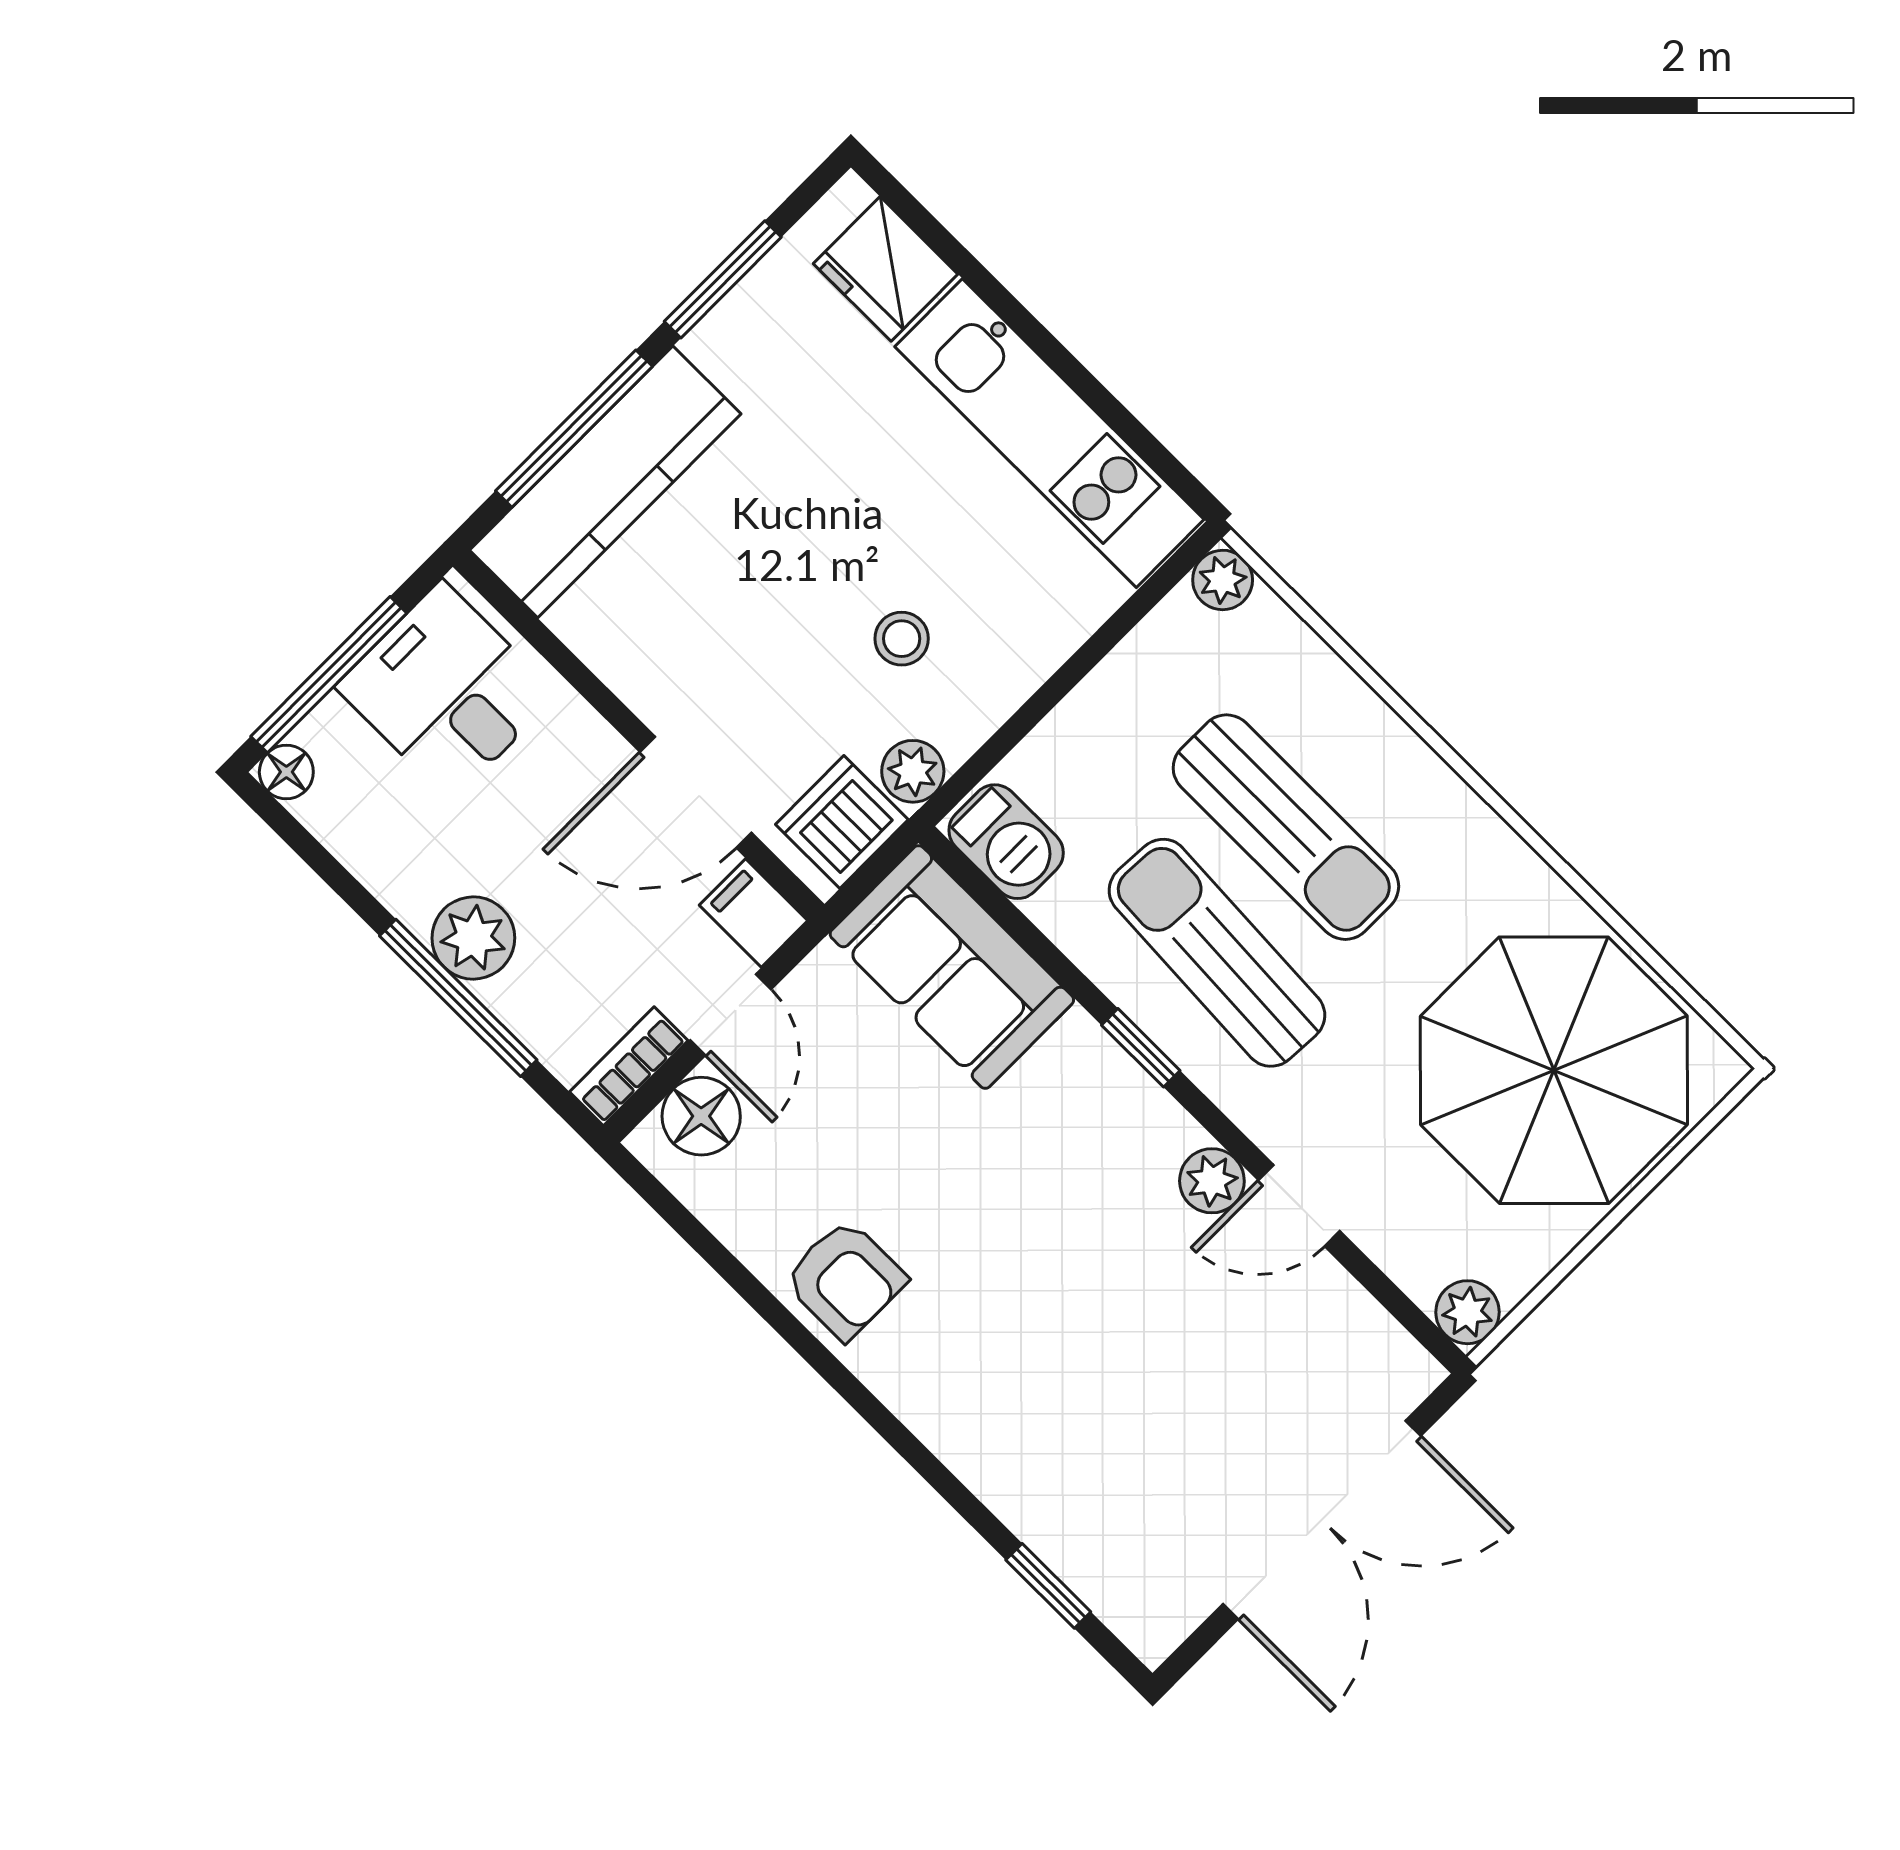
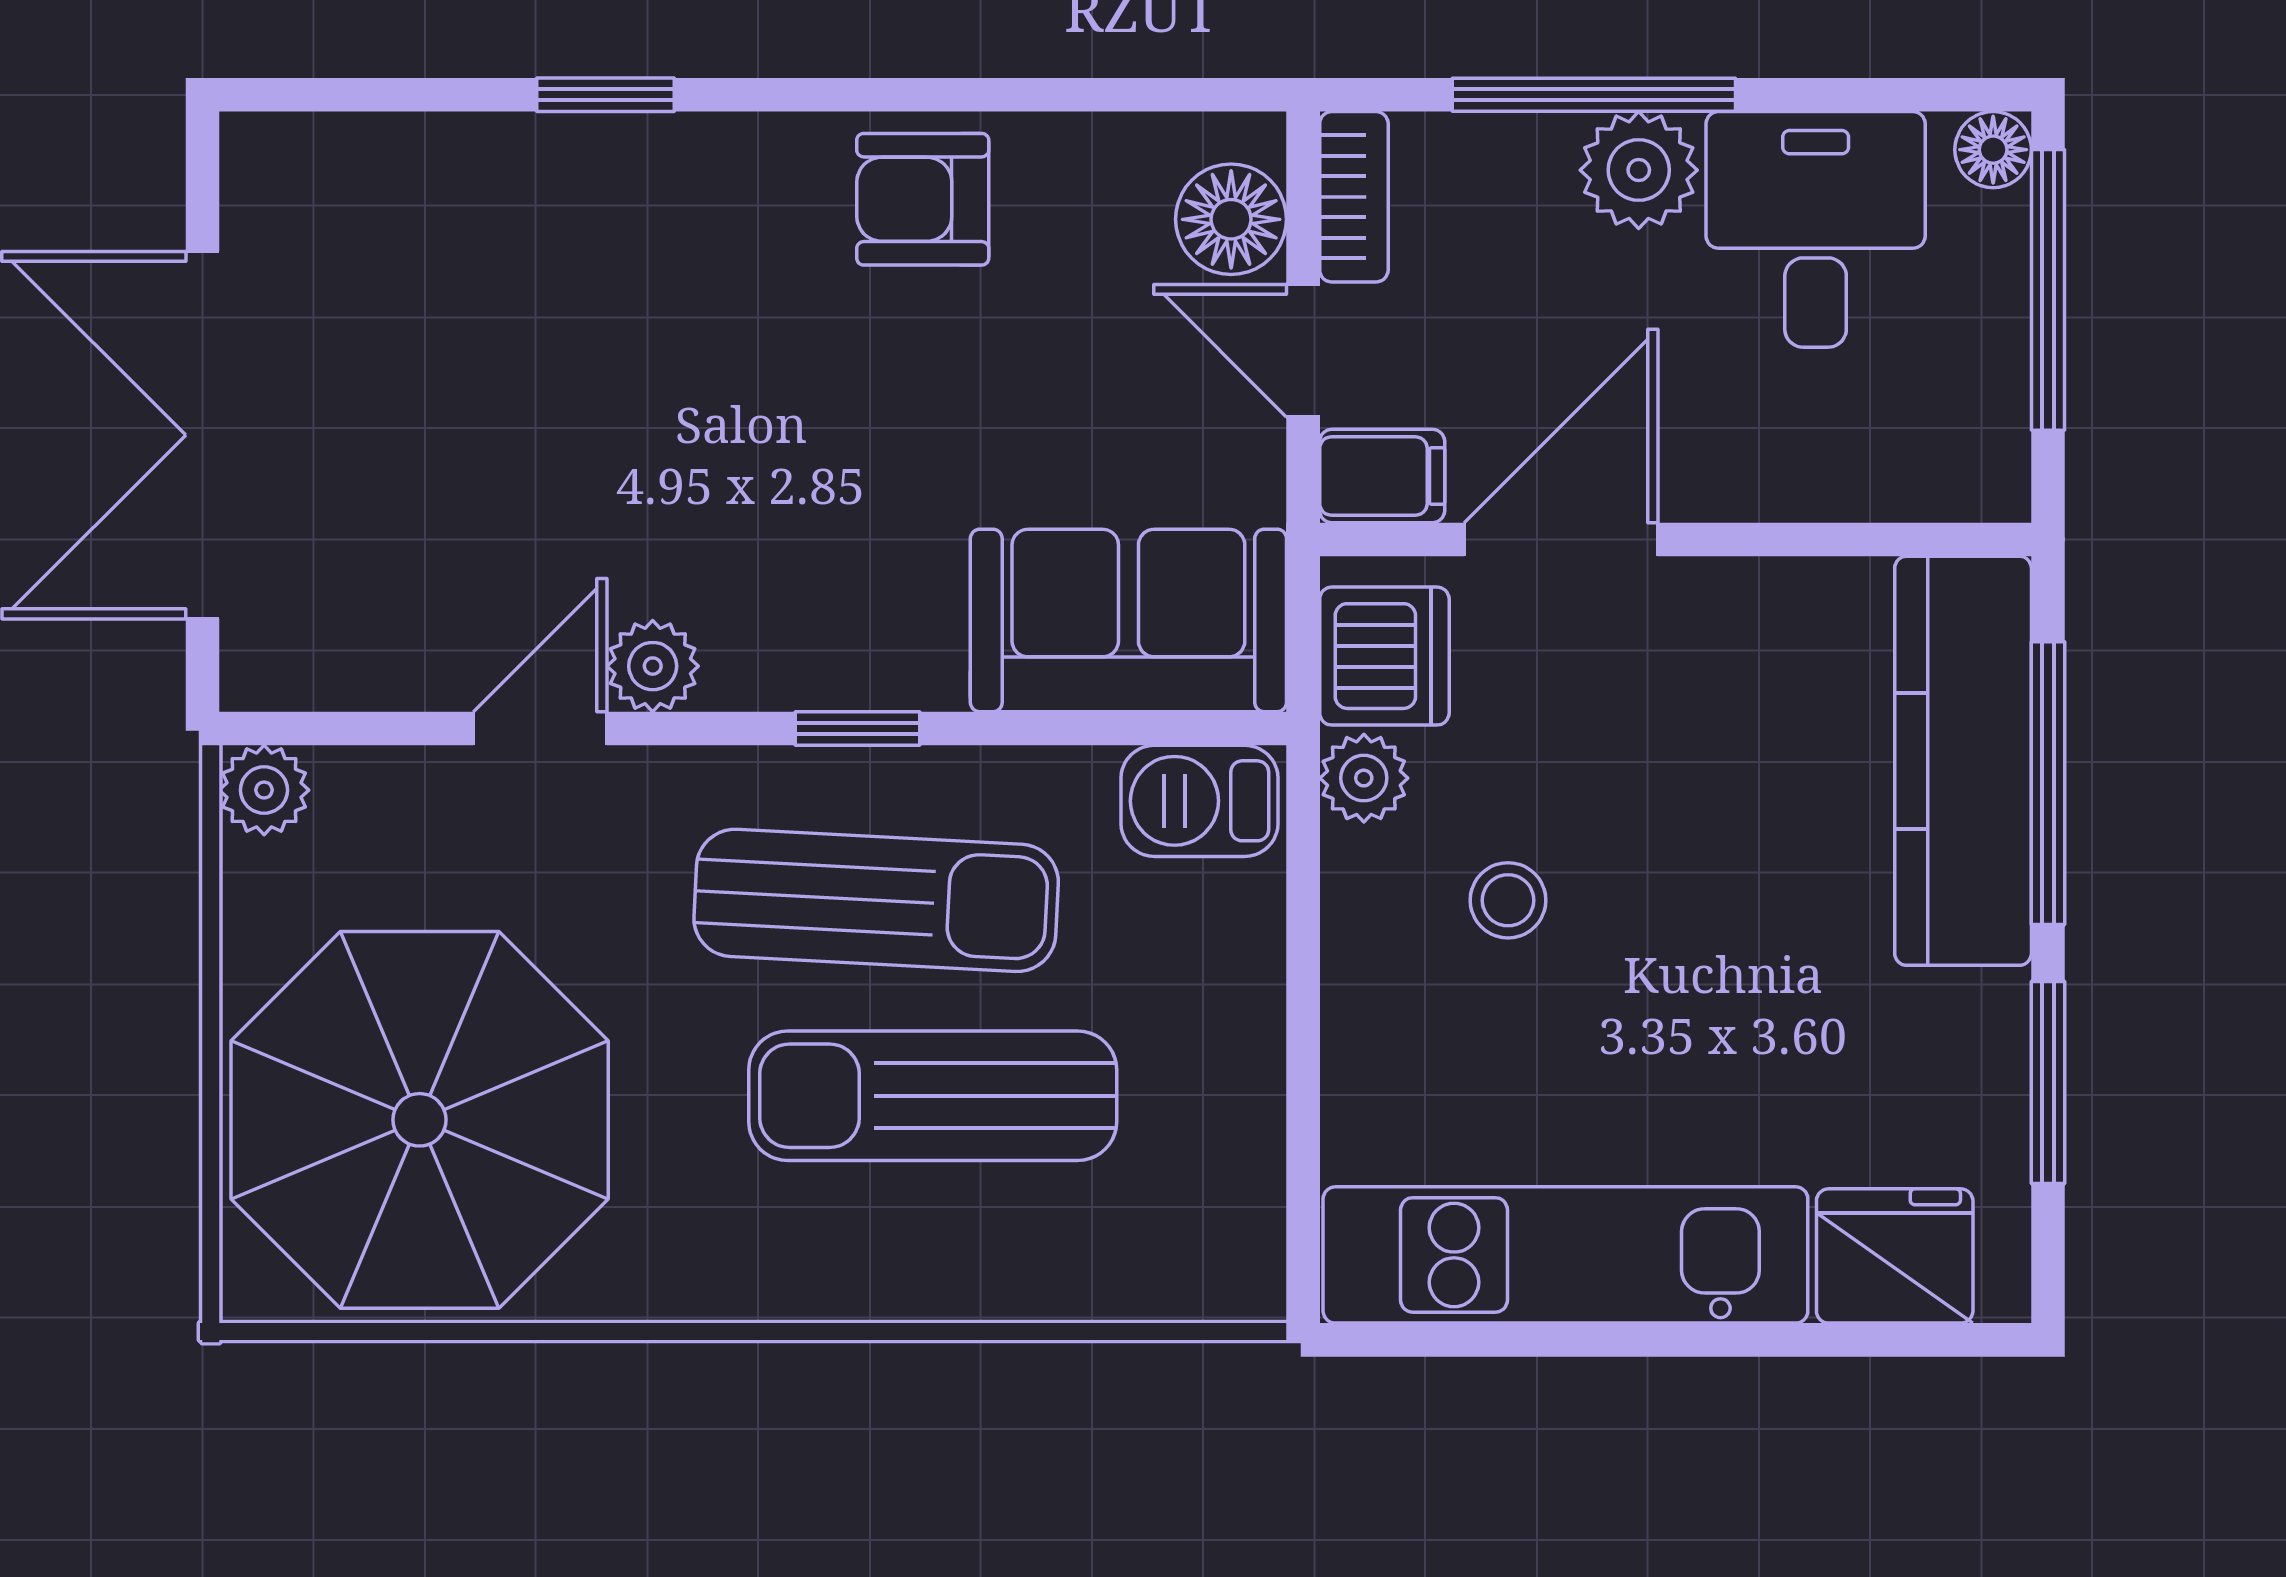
plant: (1223, 580) -> (1244, 1281), removed
desk: (447, 691) -> (1816, 229), moved, turned -90
window: (1048, 1586) -> (606, 95), moved

